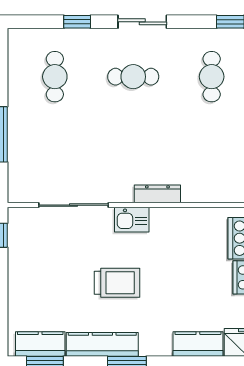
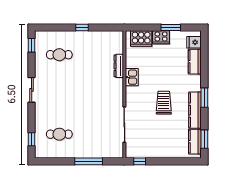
window: (77, 22) -> (32, 139), moved
cafe table: (133, 77) -> (59, 94), removed
dresser: (157, 194) -> (119, 66), moved
kitchen sink: (132, 220) -> (132, 77), moved

